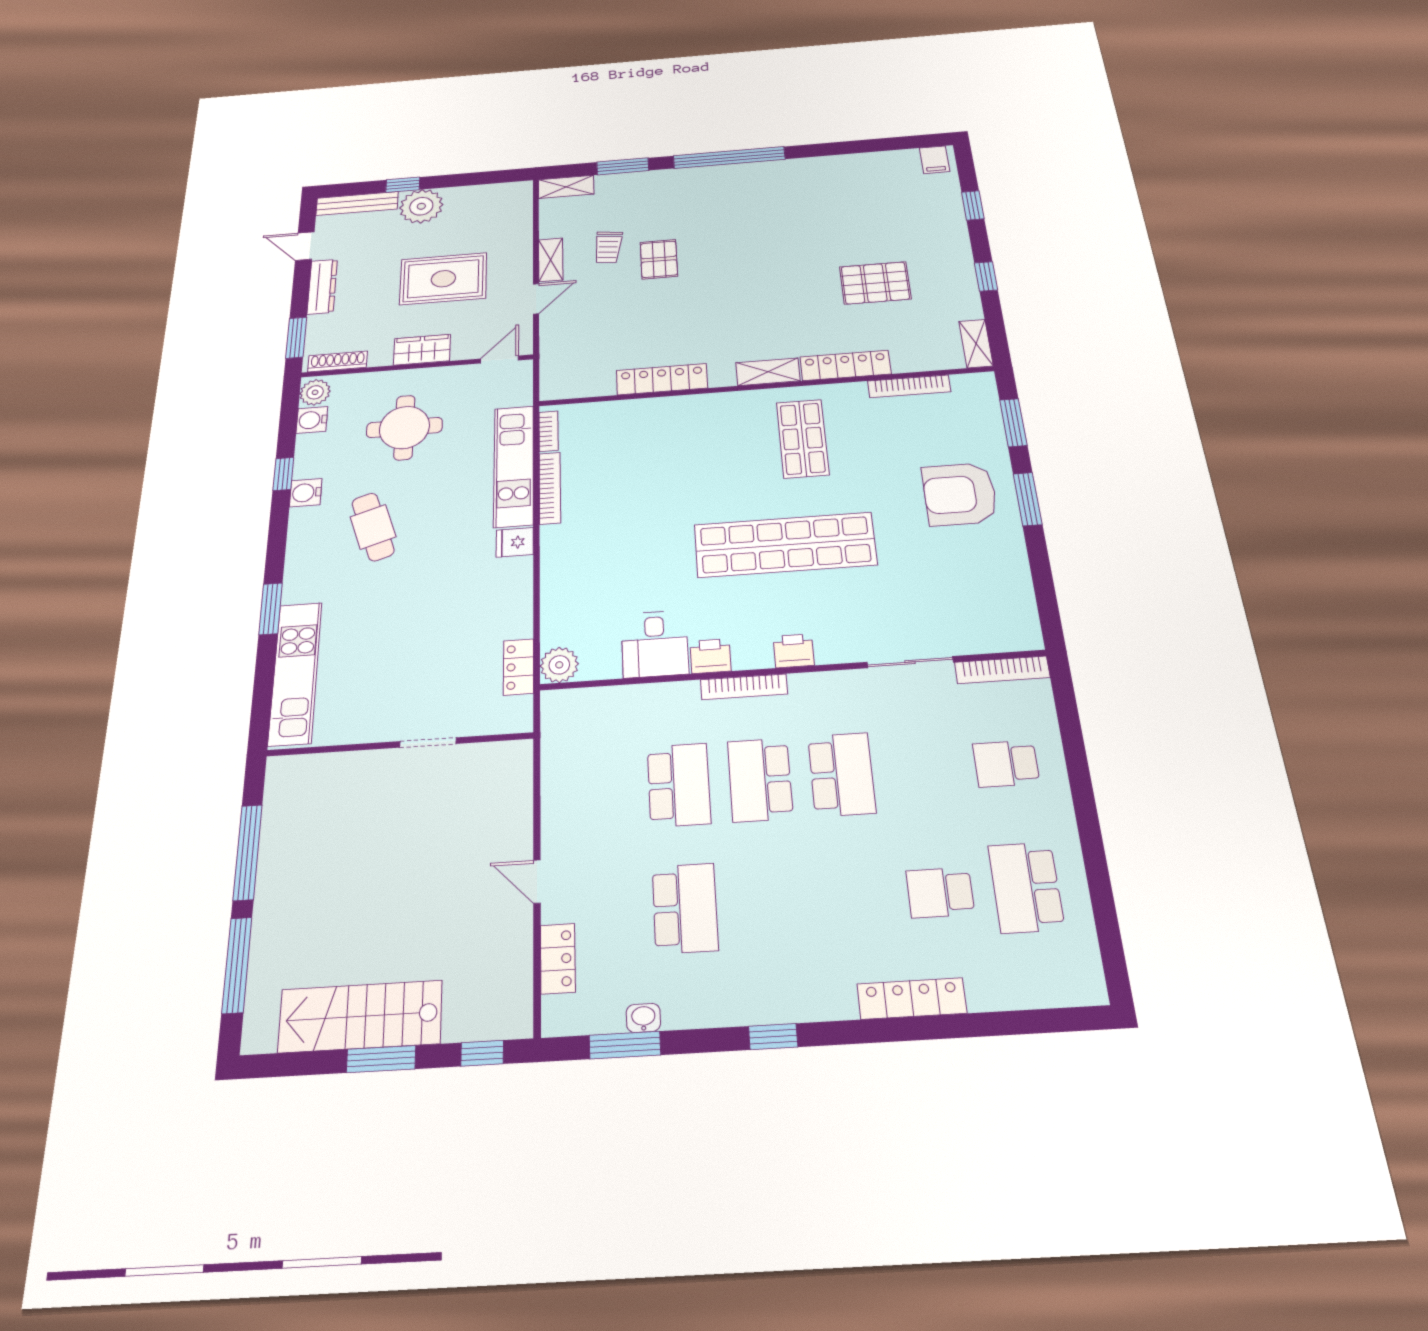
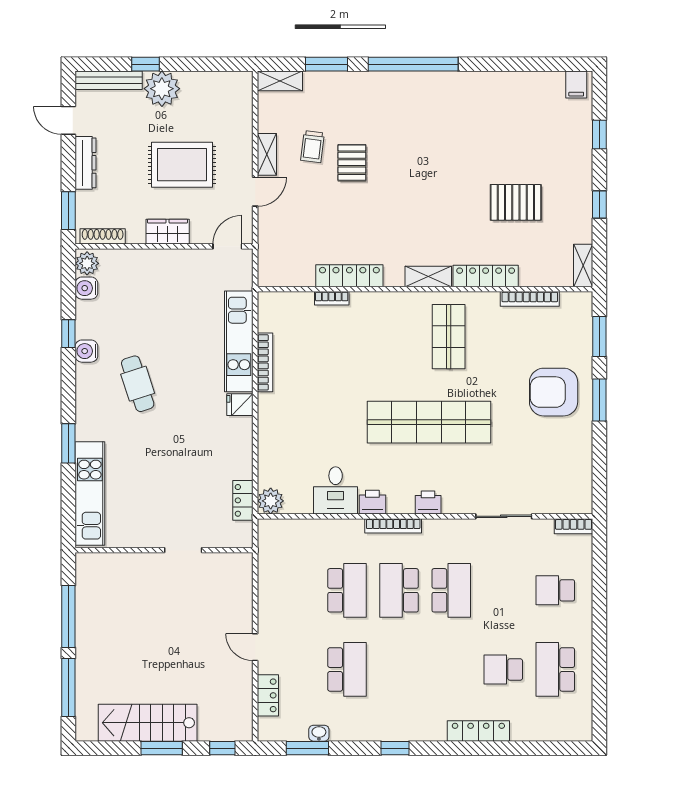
round table: (404, 428) -> (157, 301), removed
bookcase: (549, 431) -> (332, 298), moved, turned 90
bookcase: (1002, 670) -> (574, 526), width x0.64

